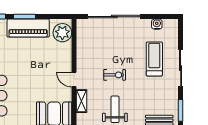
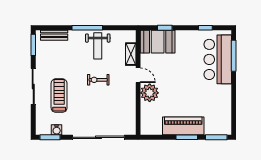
window: (163, 17) -> (50, 137), added
plant: (62, 33) -> (150, 93), moved
treadmill: (154, 59) -> (59, 96), turned 180

